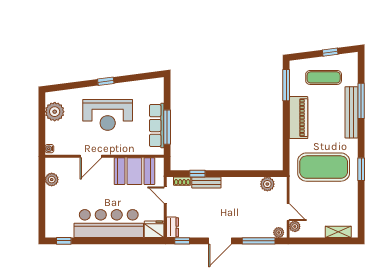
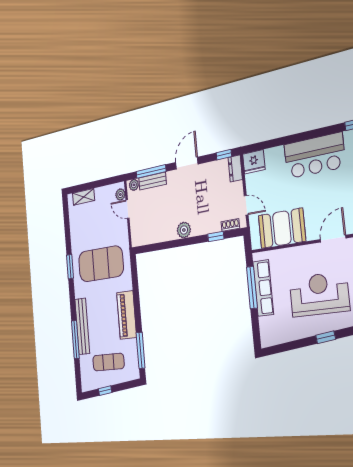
bench: (206, 183) -> (152, 181), moved
plant: (267, 184) -> (184, 230), moved
bar counter: (109, 224) -> (314, 156), width x0.73

